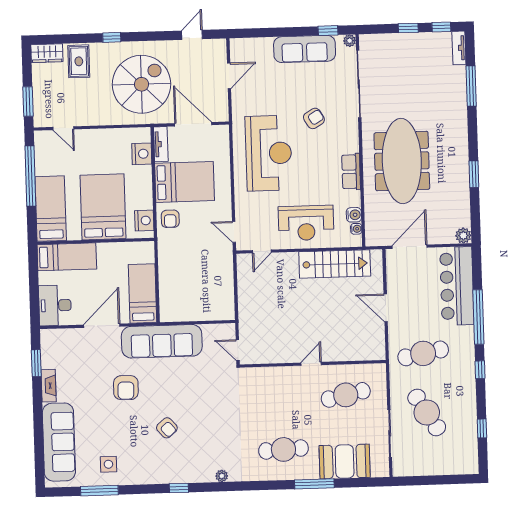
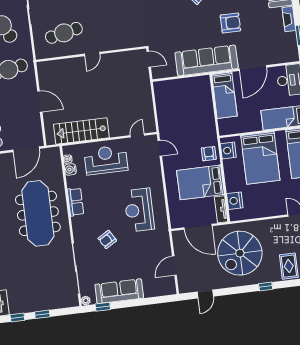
reception desk: (269, 153) -> (139, 210), width x0.74, depth x0.77
armchair: (126, 388) -> (230, 23), turned 89

